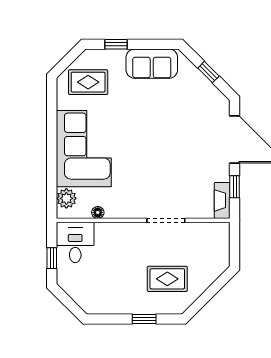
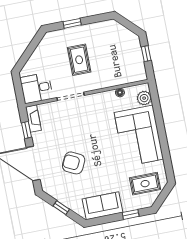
armchair: (180, 129) -> (74, 163), added
desk: (75, 242) -> (37, 88), moved, turned 90
rug: (167, 279) -> (79, 60), moved, turned 90

